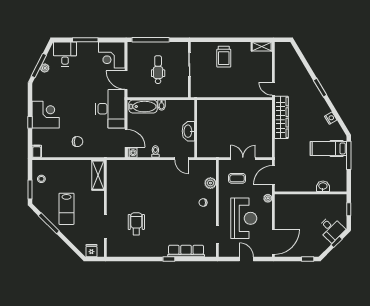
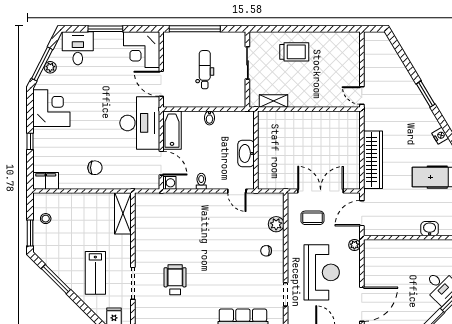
shelving: (262, 46) -> (273, 101), moved
trolley: (224, 57) -> (294, 52), turned -90
bathtub: (143, 107) -> (172, 130), moved, turned -90
corner desk: (46, 115) -> (51, 108), moved
wardrobe: (281, 117) -> (373, 160), moved
filing cabinet: (37, 151) -> (46, 181), width x2.00
double door: (243, 159) -> (321, 191), width x1.37
lab bench: (66, 209) -> (95, 273), moved

